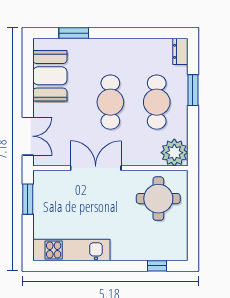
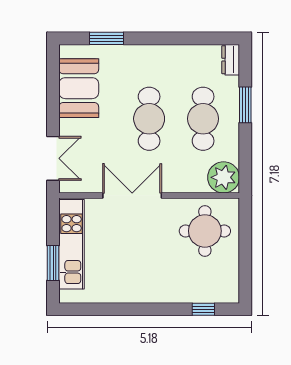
window: (28, 199) -> (53, 263), moved
kitchen unit: (71, 250) -> (72, 244), moved, turned 90

